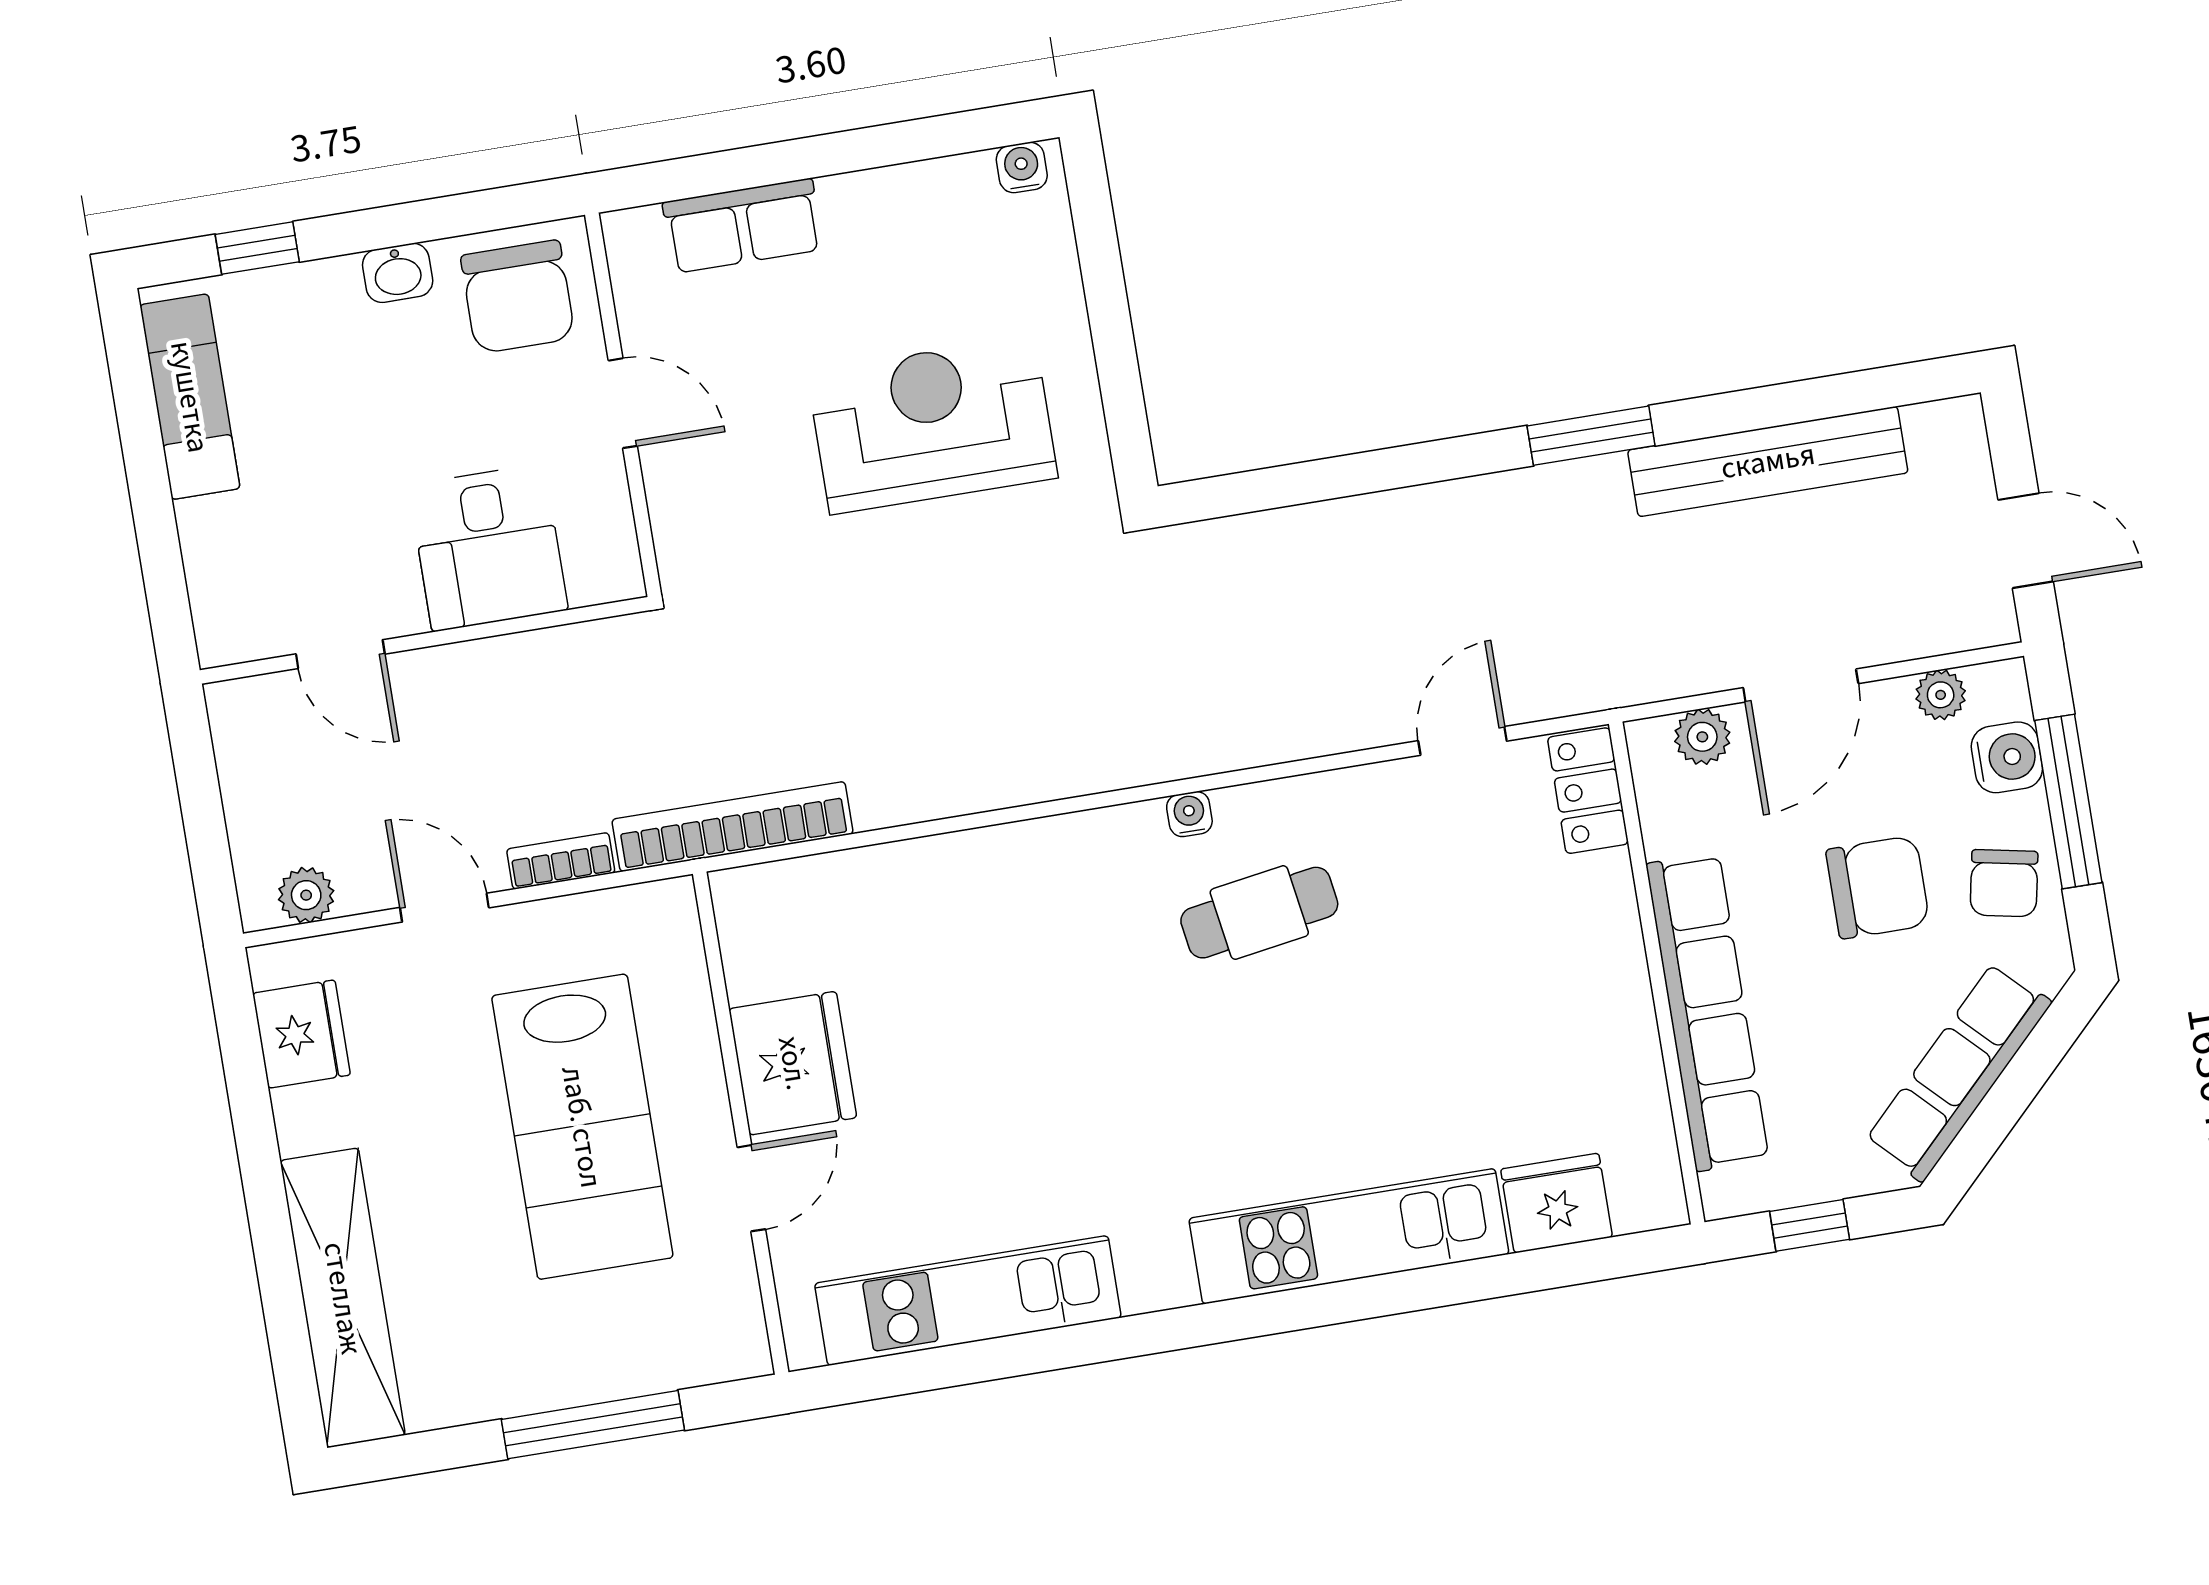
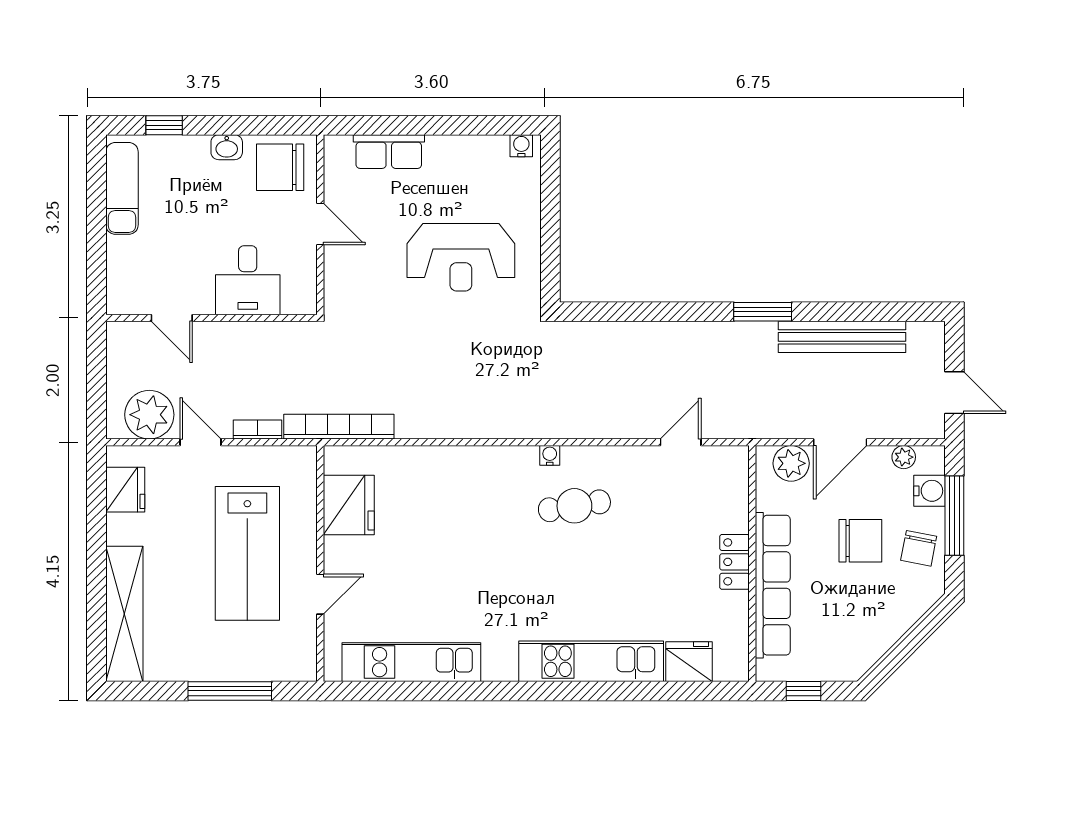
chair: (518, 297) -> (280, 167), turned 90
reception desk: (932, 425) -> (461, 257), turned 180
plant: (1702, 737) -> (791, 463), width x1.38, depth x1.38
locker: (1588, 791) -> (735, 562), moved
plant: (306, 895) -> (149, 415), width x1.87, depth x1.87
fridge: (793, 1063) -> (349, 505), moved
row of seats: (1958, 1072) -> (884, 632), removed

